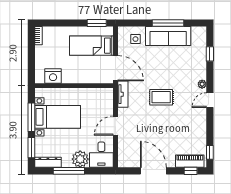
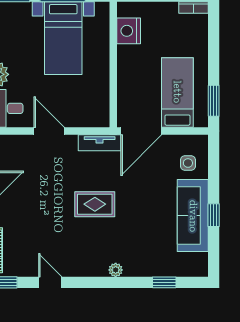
window: (168, 23) -> (214, 215), width x0.46
rug: (161, 97) -> (95, 204), turned 90
door: (210, 100) -> (50, 282), moved

